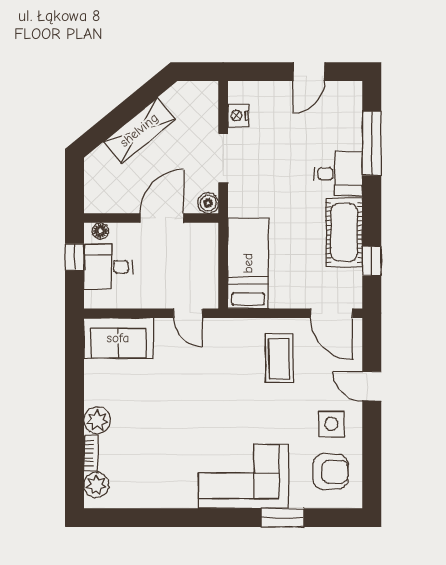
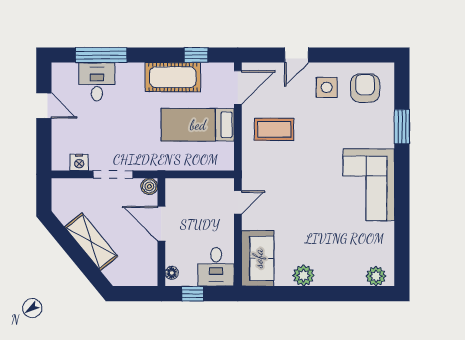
desk: (339, 174) -> (97, 82), moved
bed: (248, 263) -> (198, 125), moved
desk: (108, 267) -> (216, 267), moved
plant: (97, 420) -> (304, 275), moved
bookcase: (91, 453) -> (350, 281), removed
corner sofa: (244, 476) -> (369, 185), moved

